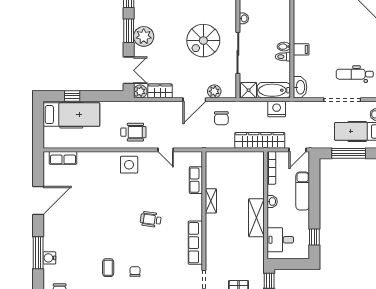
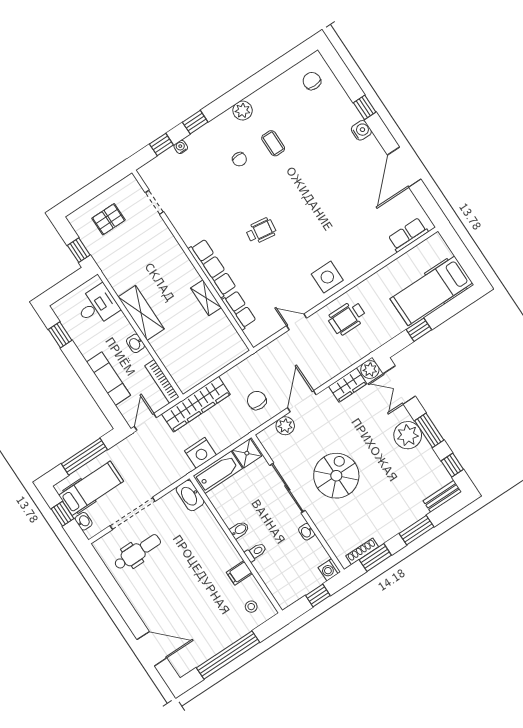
filing cabinet: (301, 49) -> (239, 573), moved
toilet: (283, 57) -> (256, 552), moved
window: (72, 96) -> (419, 330), moved
row of seats: (195, 243) -> (212, 268), moved
window: (38, 253) -> (365, 107), width x0.46
water cooler: (49, 258) -> (361, 130), moved

